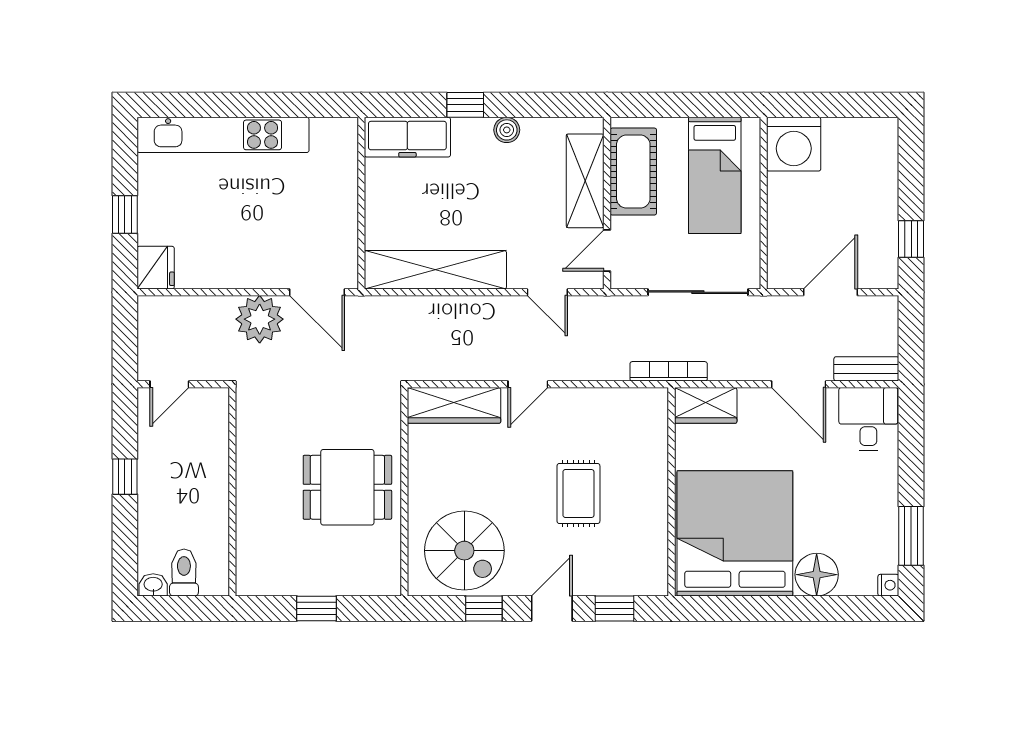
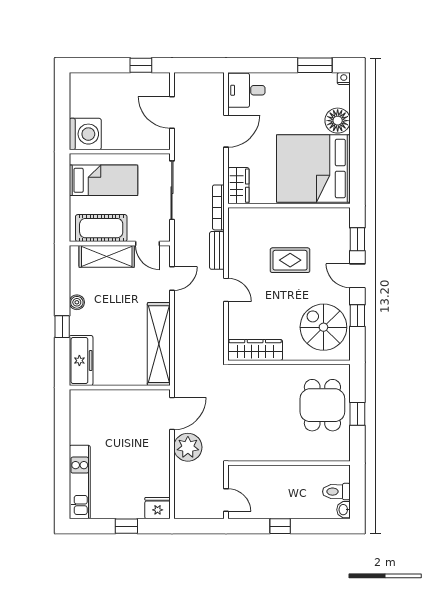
kitchen unit: (223, 135) -> (80, 482), width x0.73
bench: (866, 369) -> (217, 250), moved
wardrobe: (454, 405) -> (255, 350), moved, turned -90
dining table: (347, 487) -> (322, 405), moved
spiral stairs: (464, 551) -> (323, 327), turned -90

